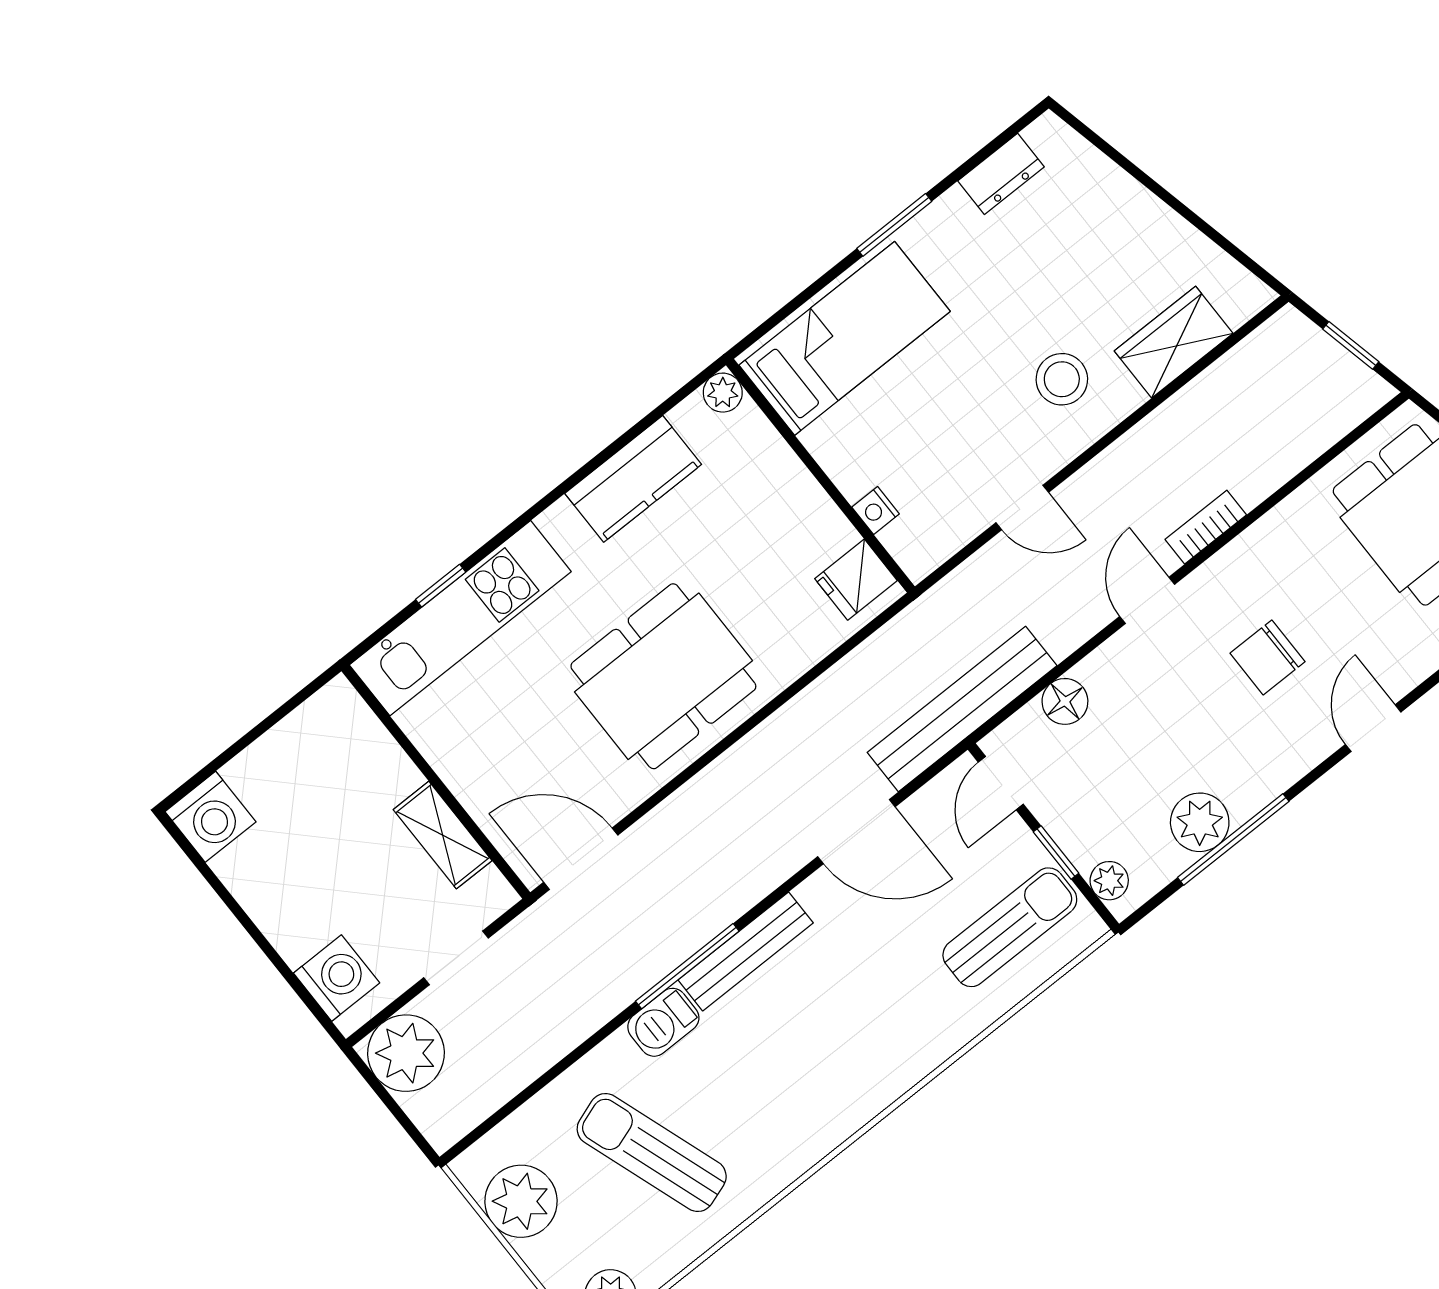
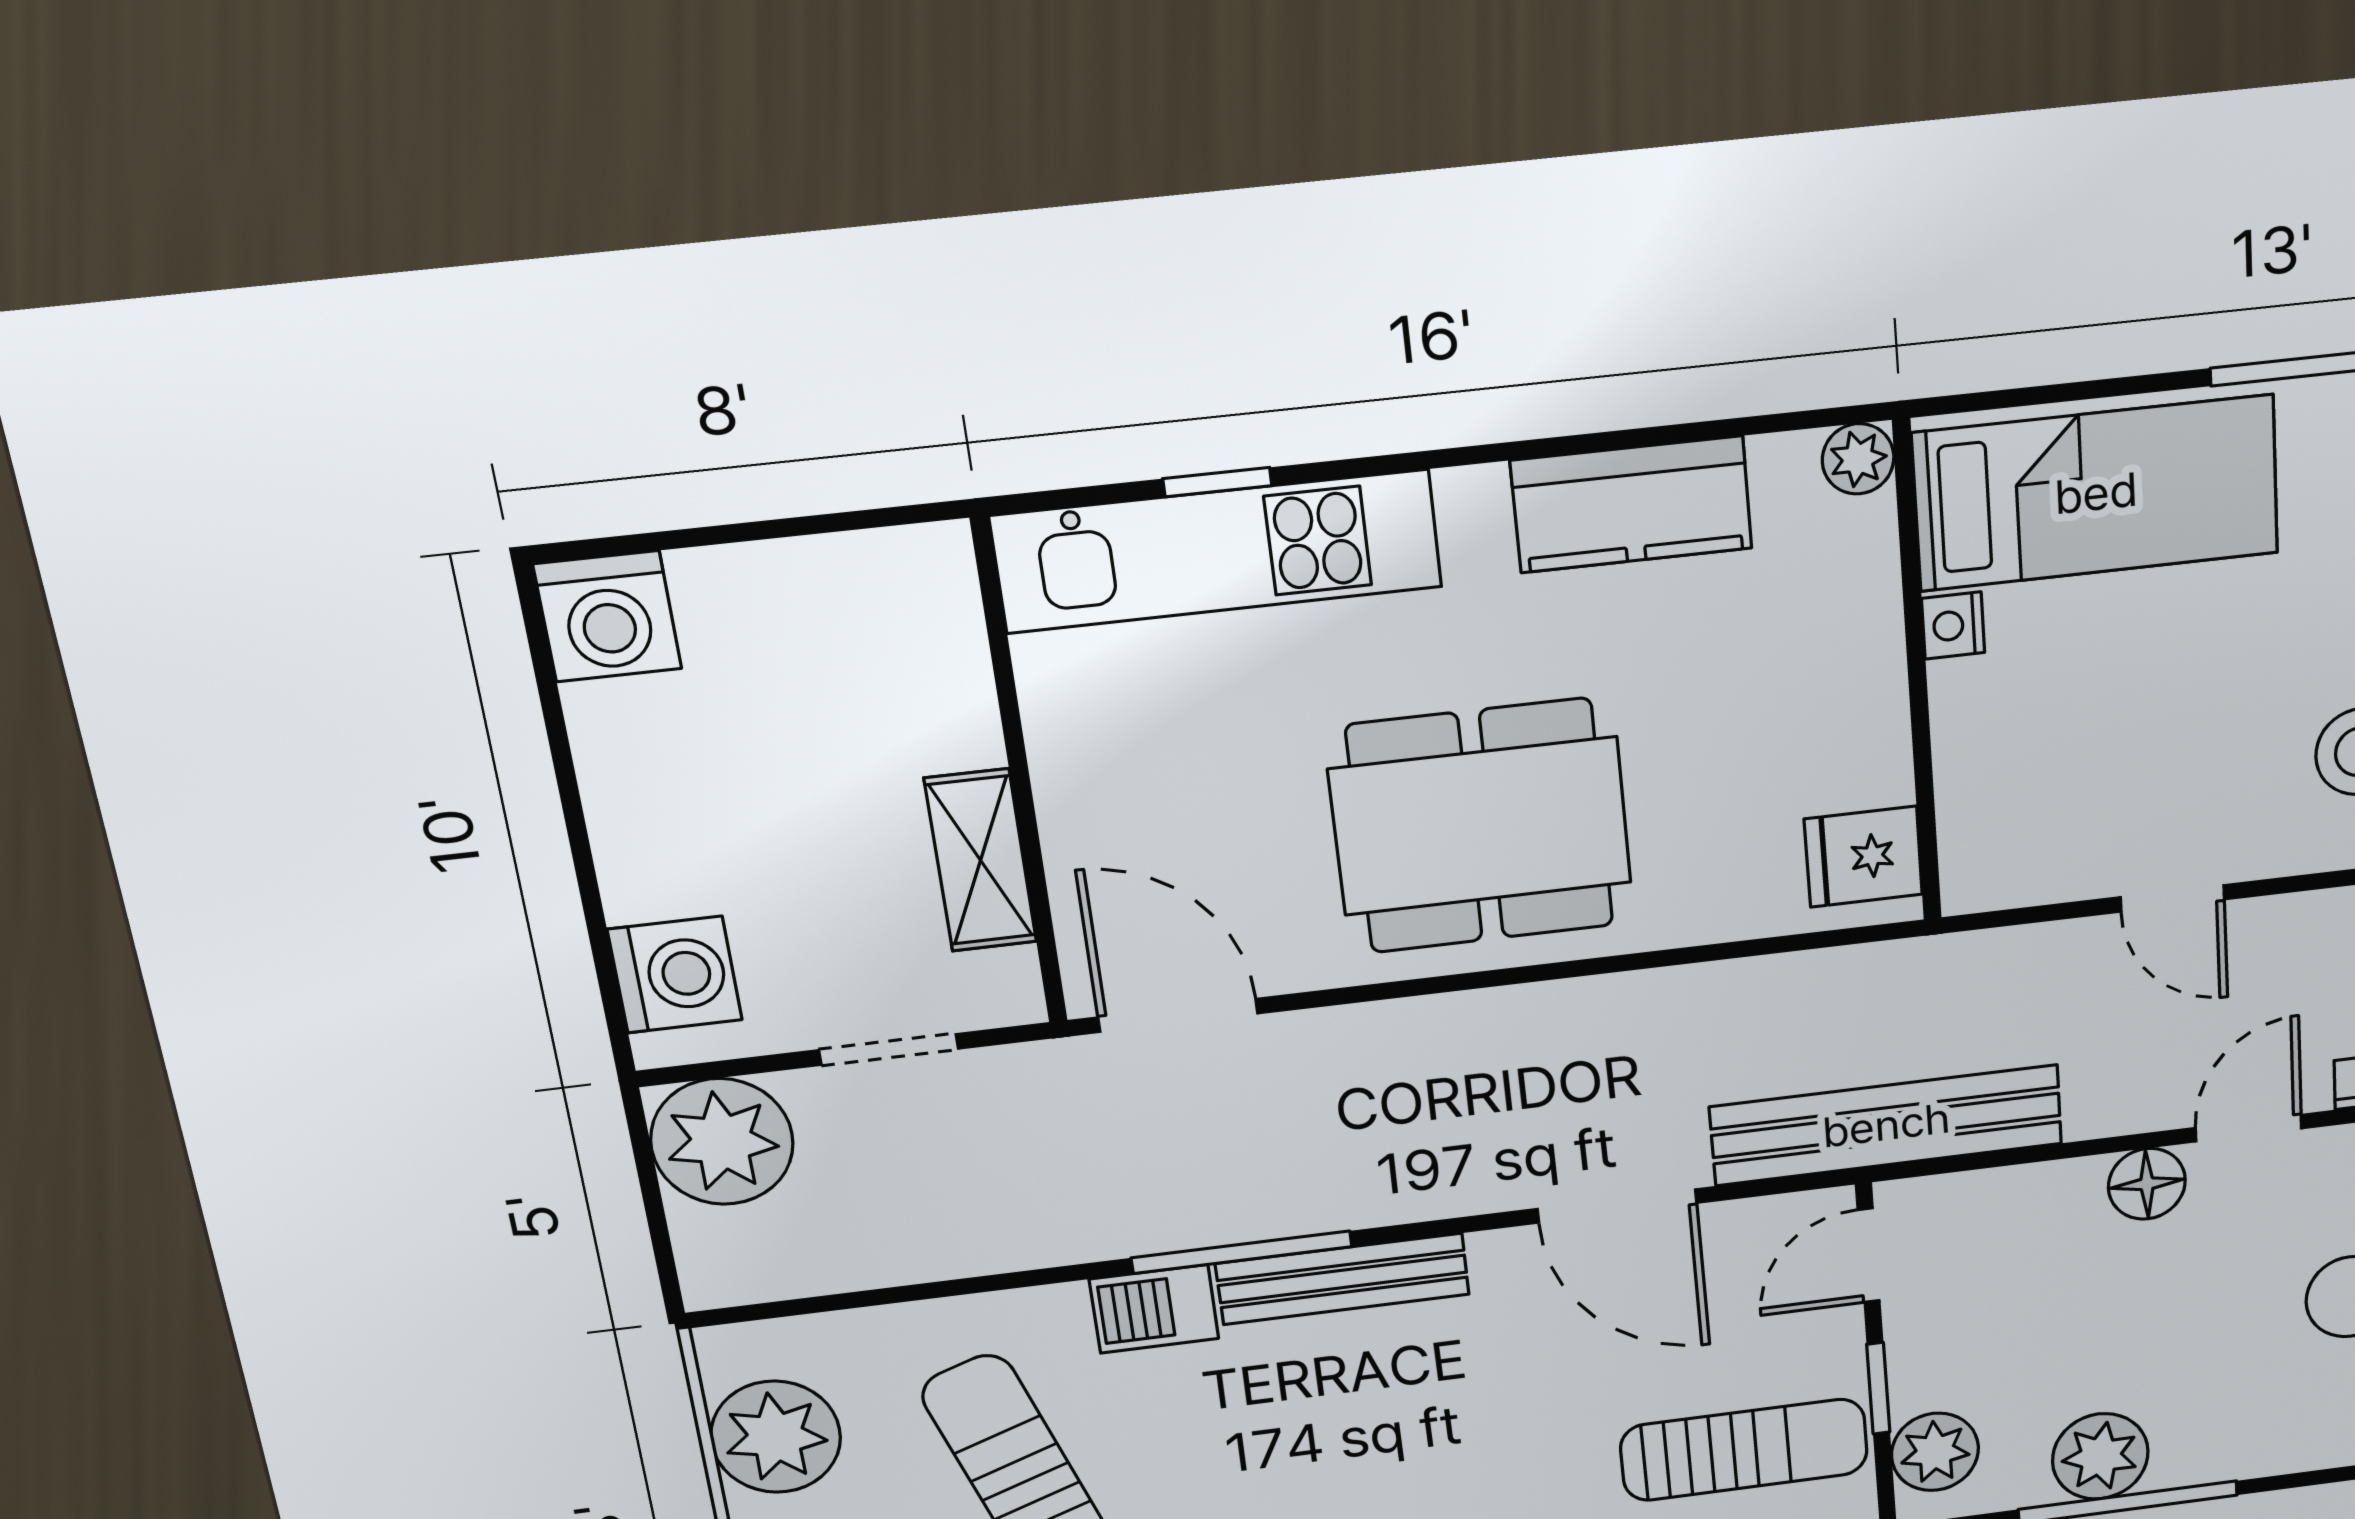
nightstand: (876, 510) -> (1953, 626), moved
floor lamp: (1065, 701) -> (2147, 1184), moved
plant: (1109, 881) -> (1935, 1452), width x1.38, depth x1.38

